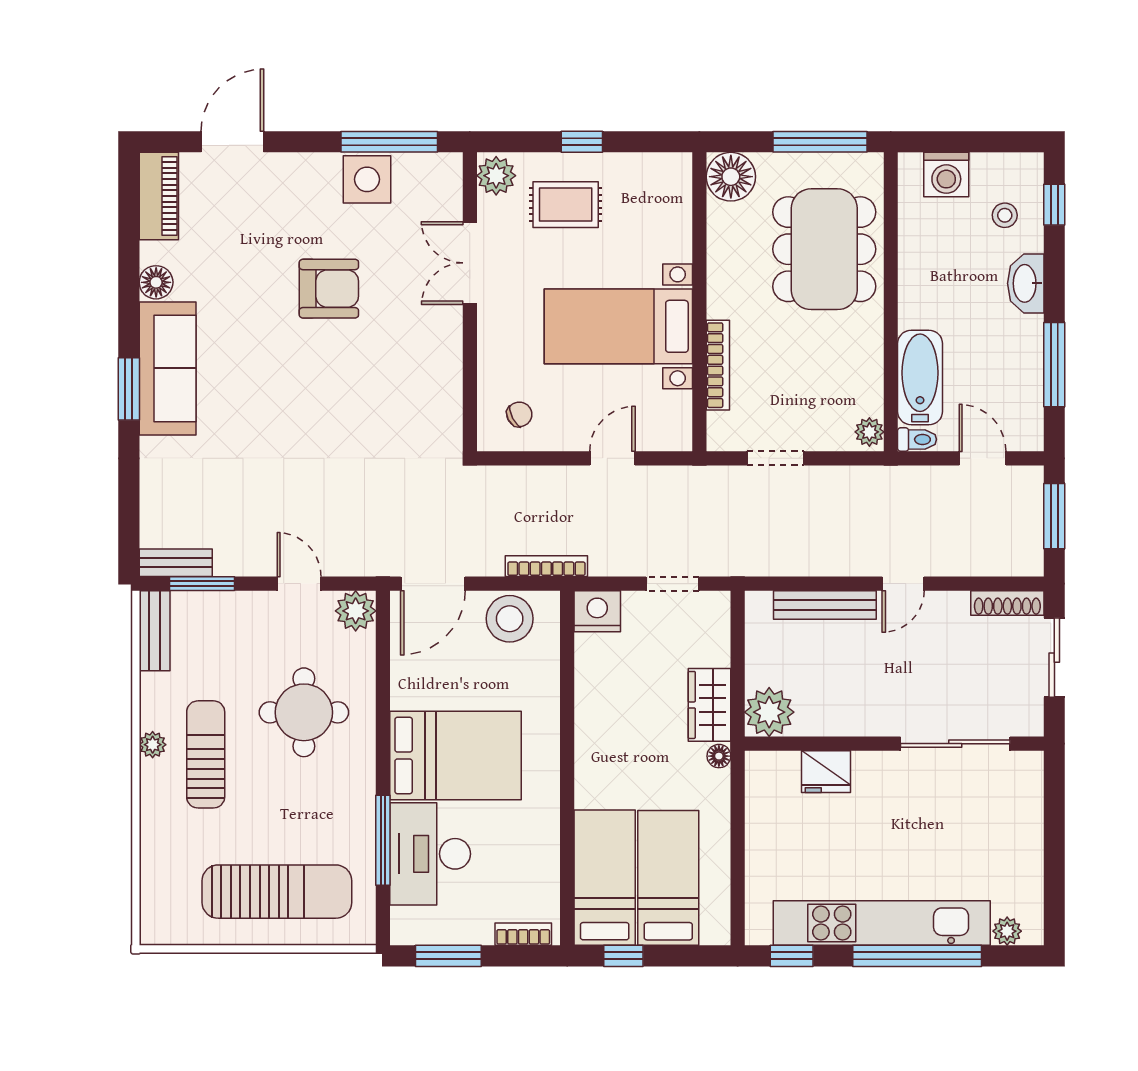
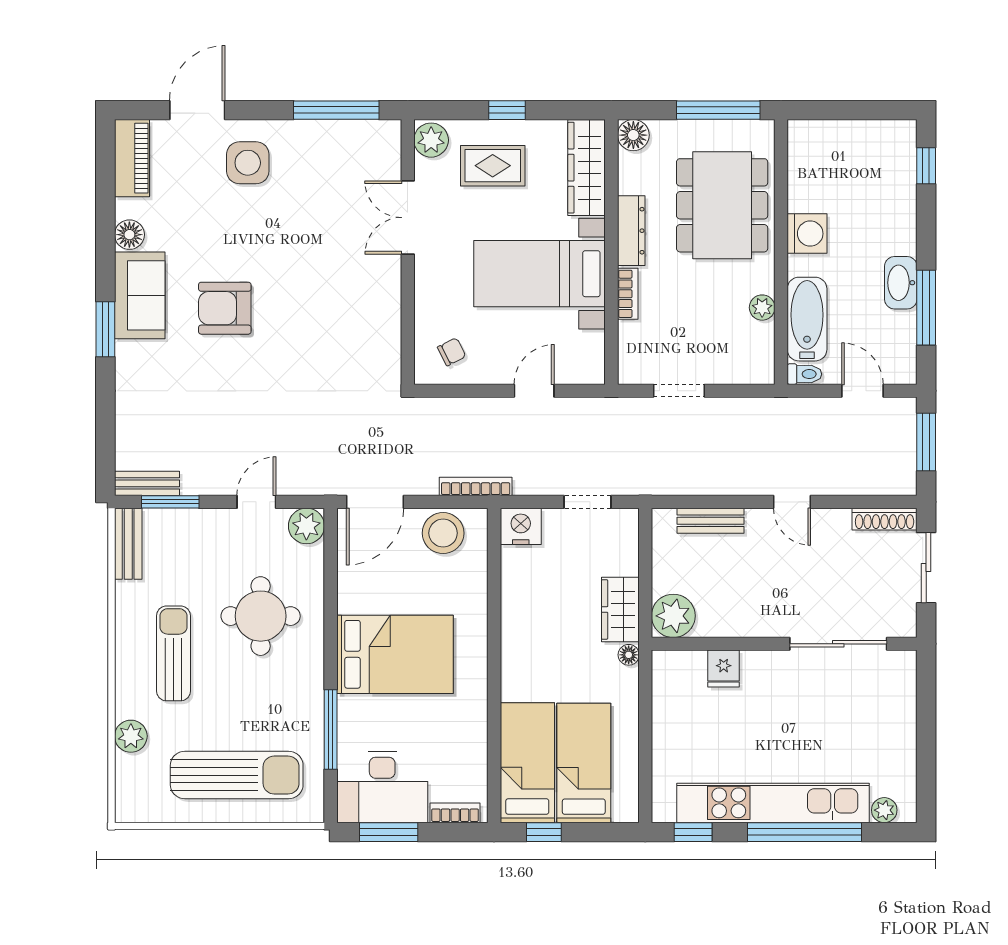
washing machine: (946, 175) -> (807, 234), moved, turned -90
floor lamp: (731, 177) -> (633, 135), width x0.73, depth x0.73
side table: (367, 179) -> (248, 163), moved
wardrobe: (671, 207) -> (587, 168), added
stool: (1005, 215) -> (882, 175), removed
dresser: (722, 278) -> (631, 231), added
washbasin: (1026, 283) -> (901, 283), moved
armchair: (329, 289) -> (225, 308), moved, turned 180
bookcase: (718, 365) -> (628, 294), width x0.64
sofa: (168, 368) -> (140, 295), width x0.73
plant: (869, 432) -> (762, 308), moved
door: (299, 584) -> (256, 502), hinge flipped
door: (903, 584) -> (792, 502), hinge flipped
bench: (825, 605) -> (711, 521), width x0.73
plant: (153, 745) -> (131, 736), moved, width x1.38, depth x1.38
fridge: (826, 772) -> (724, 669), width x0.72
desk: (430, 854) -> (382, 787), moved, turned -90

